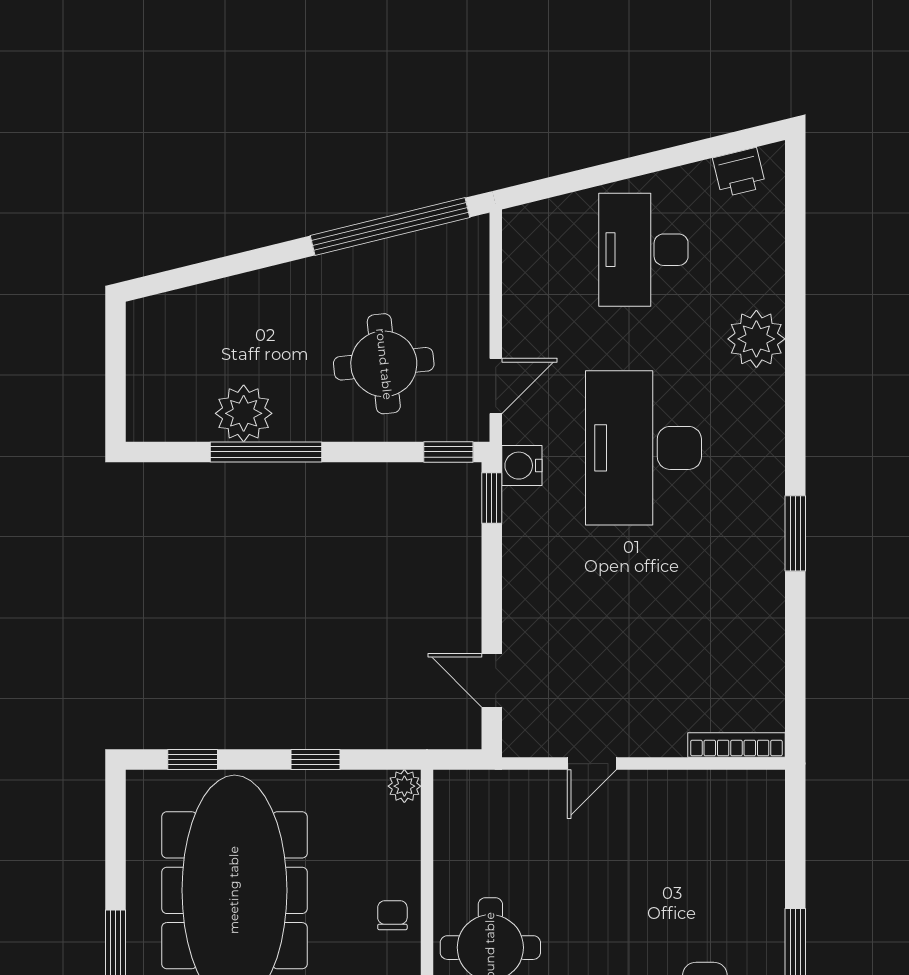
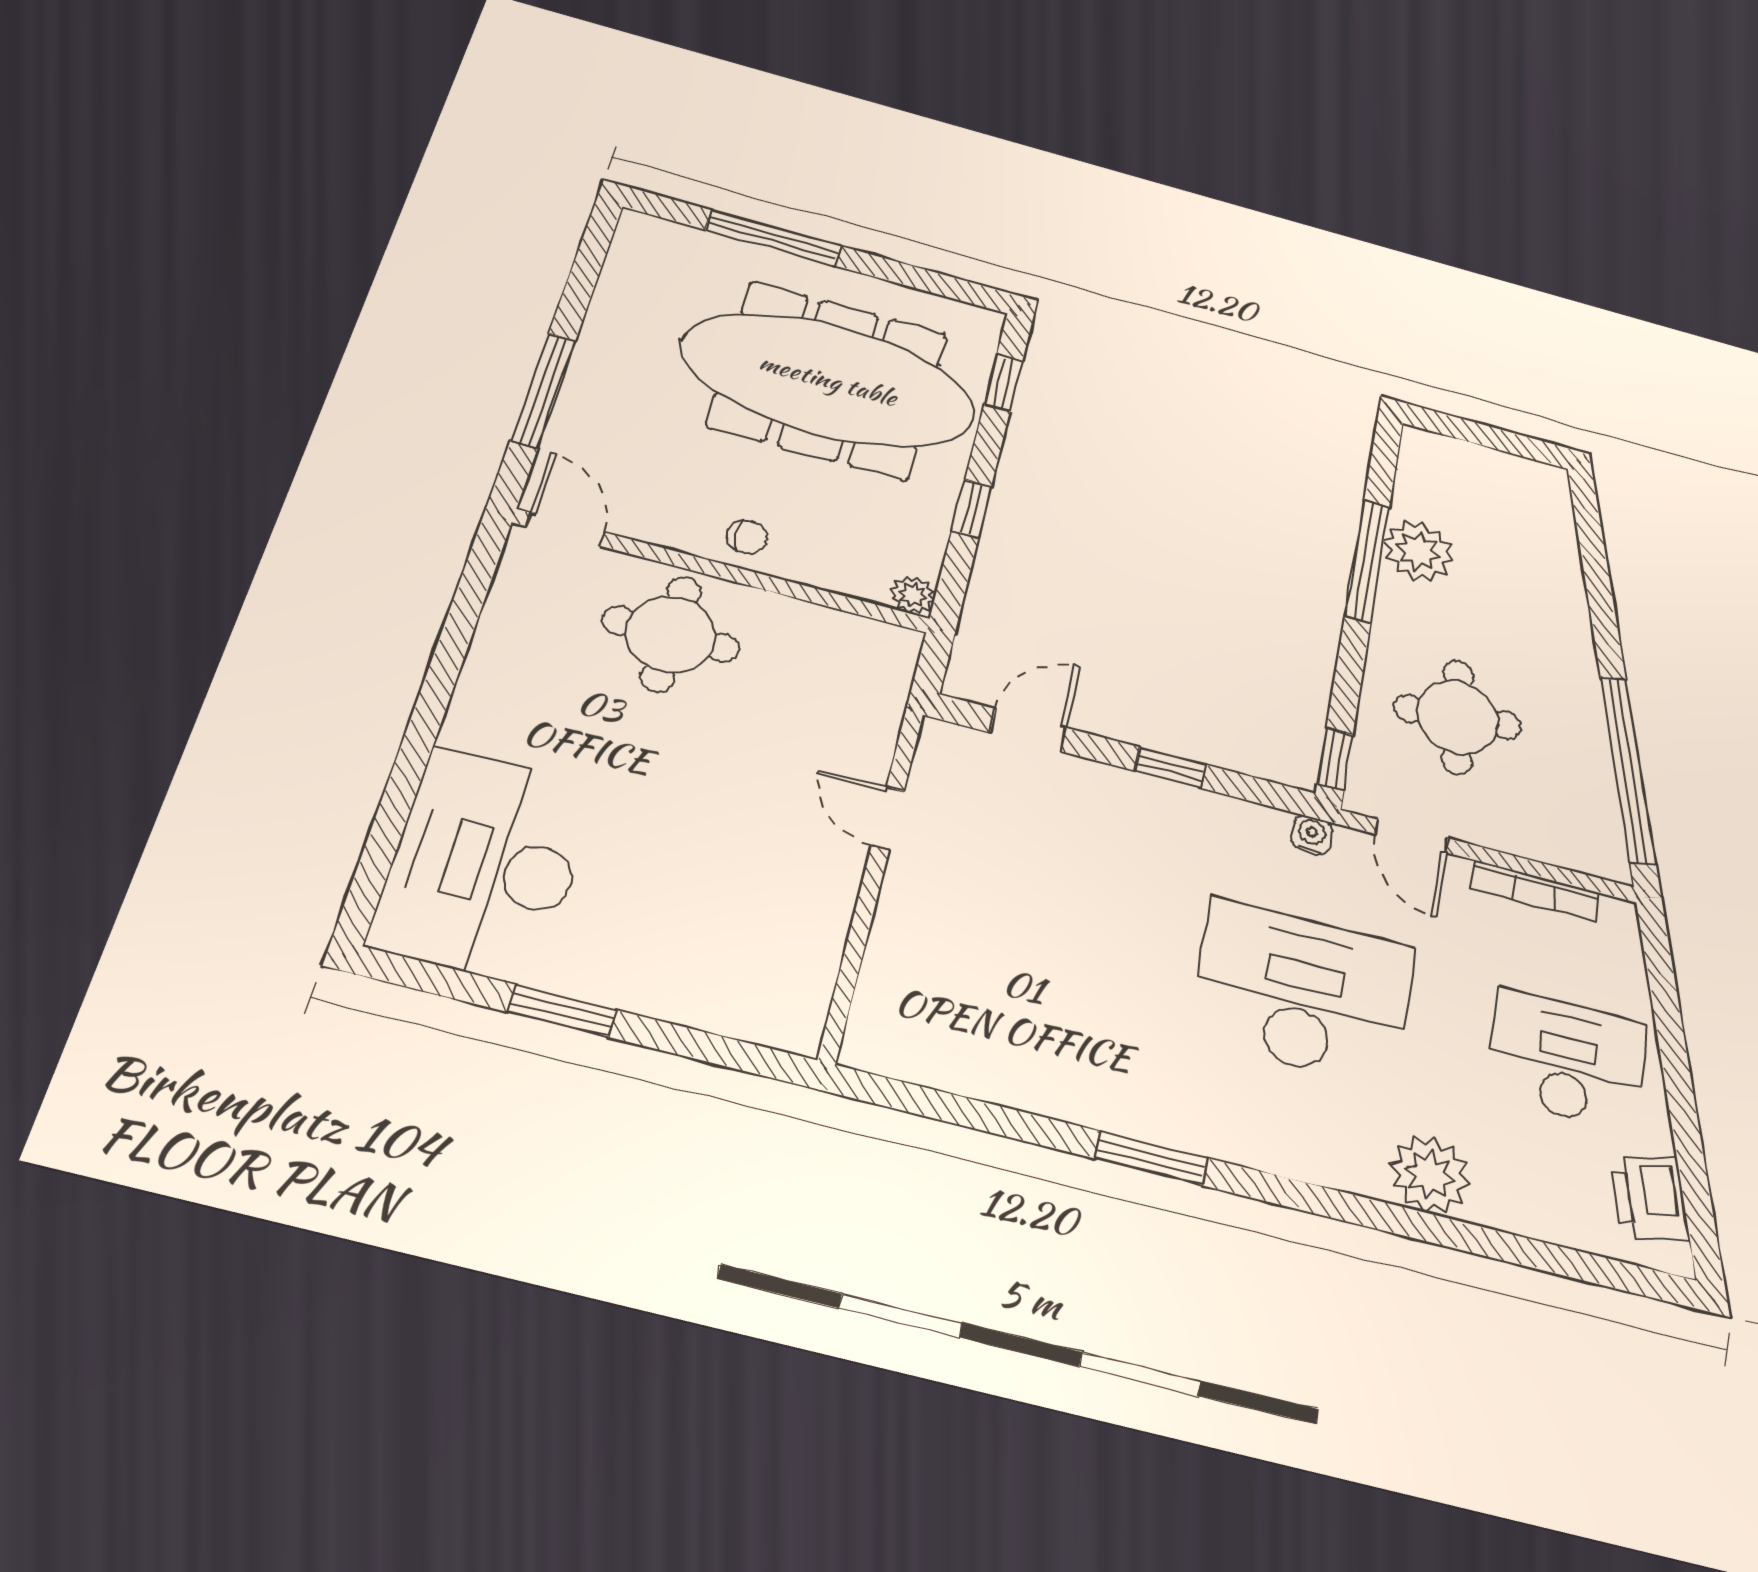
printer: (739, 172) -> (1650, 1198), width x1.36, depth x1.24
water cooler: (522, 466) -> (1312, 835), width x0.72, depth x0.72
window: (492, 498) -> (1170, 768), moved
bookcase: (736, 745) -> (1535, 891), moved, turned 90

